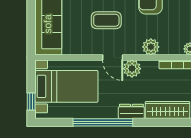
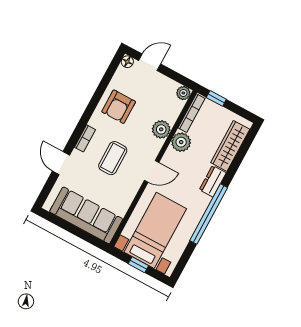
plant: (132, 69) -> (181, 142), moved
window: (31, 102) -> (138, 265), moved

